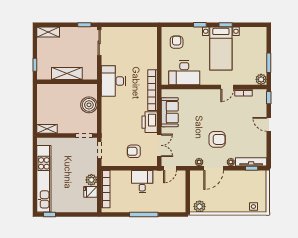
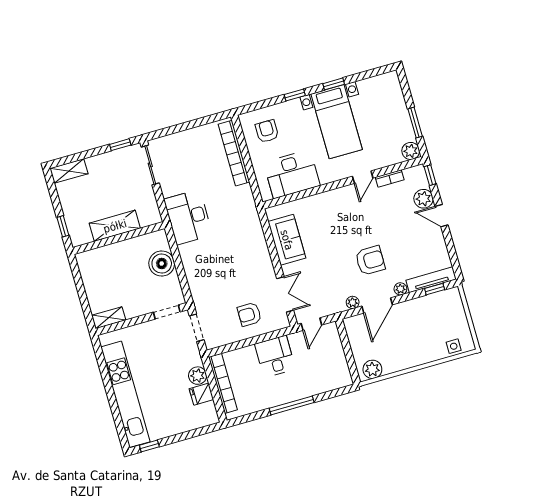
bookcase: (152, 90) -> (234, 153), moved
plant: (261, 111) -> (423, 199), added
printer: (150, 122) -> (261, 263), removed

